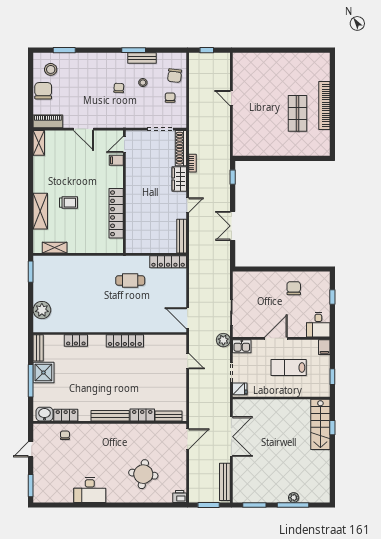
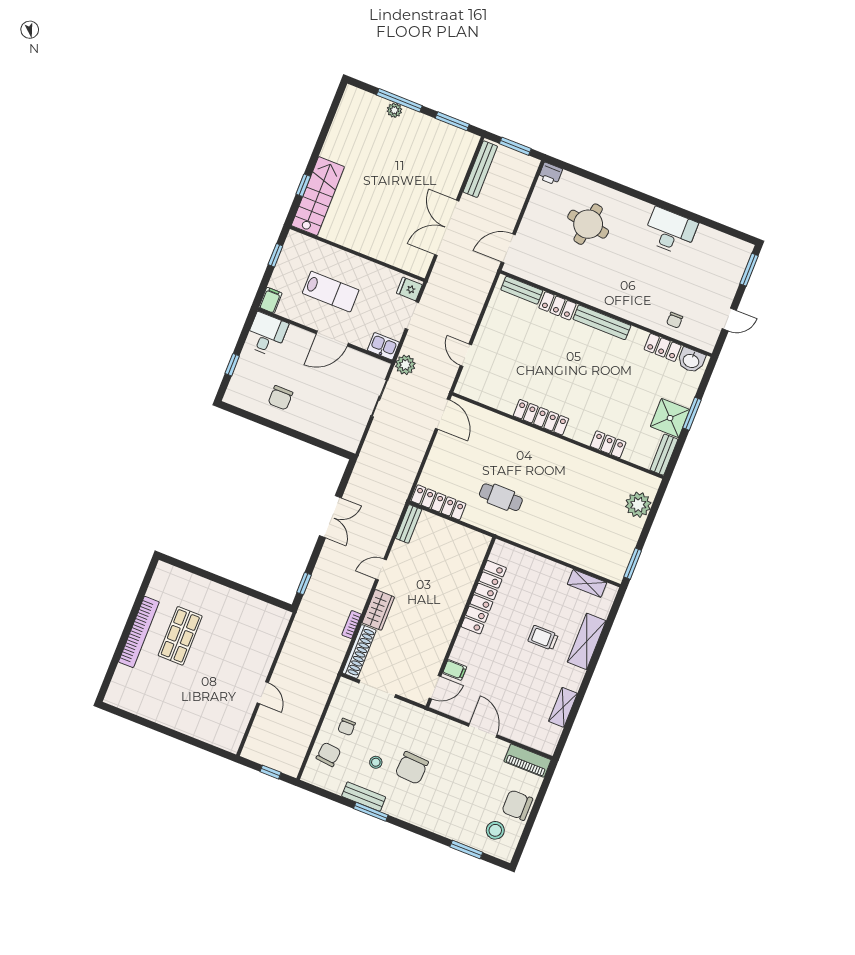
chair: (119, 88) -> (412, 768), width x1.87, depth x1.87
chair: (43, 91) -> (517, 805), turned 90
shelving: (39, 143) -> (563, 707), moved
bench: (182, 236) -> (409, 524), width x0.73
window: (31, 381) -> (692, 414), width x0.69

